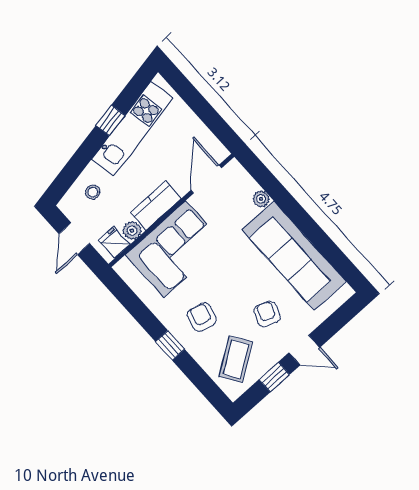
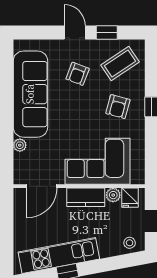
stool: (93, 192) -> (130, 243), moved

